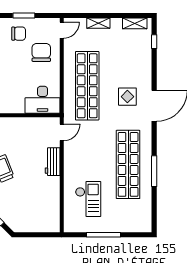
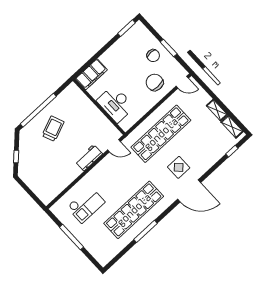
shelving: (98, 23) -> (217, 110), moved
chair: (41, 52) -> (155, 82), turned -90
desk: (43, 100) -> (116, 104), moved

